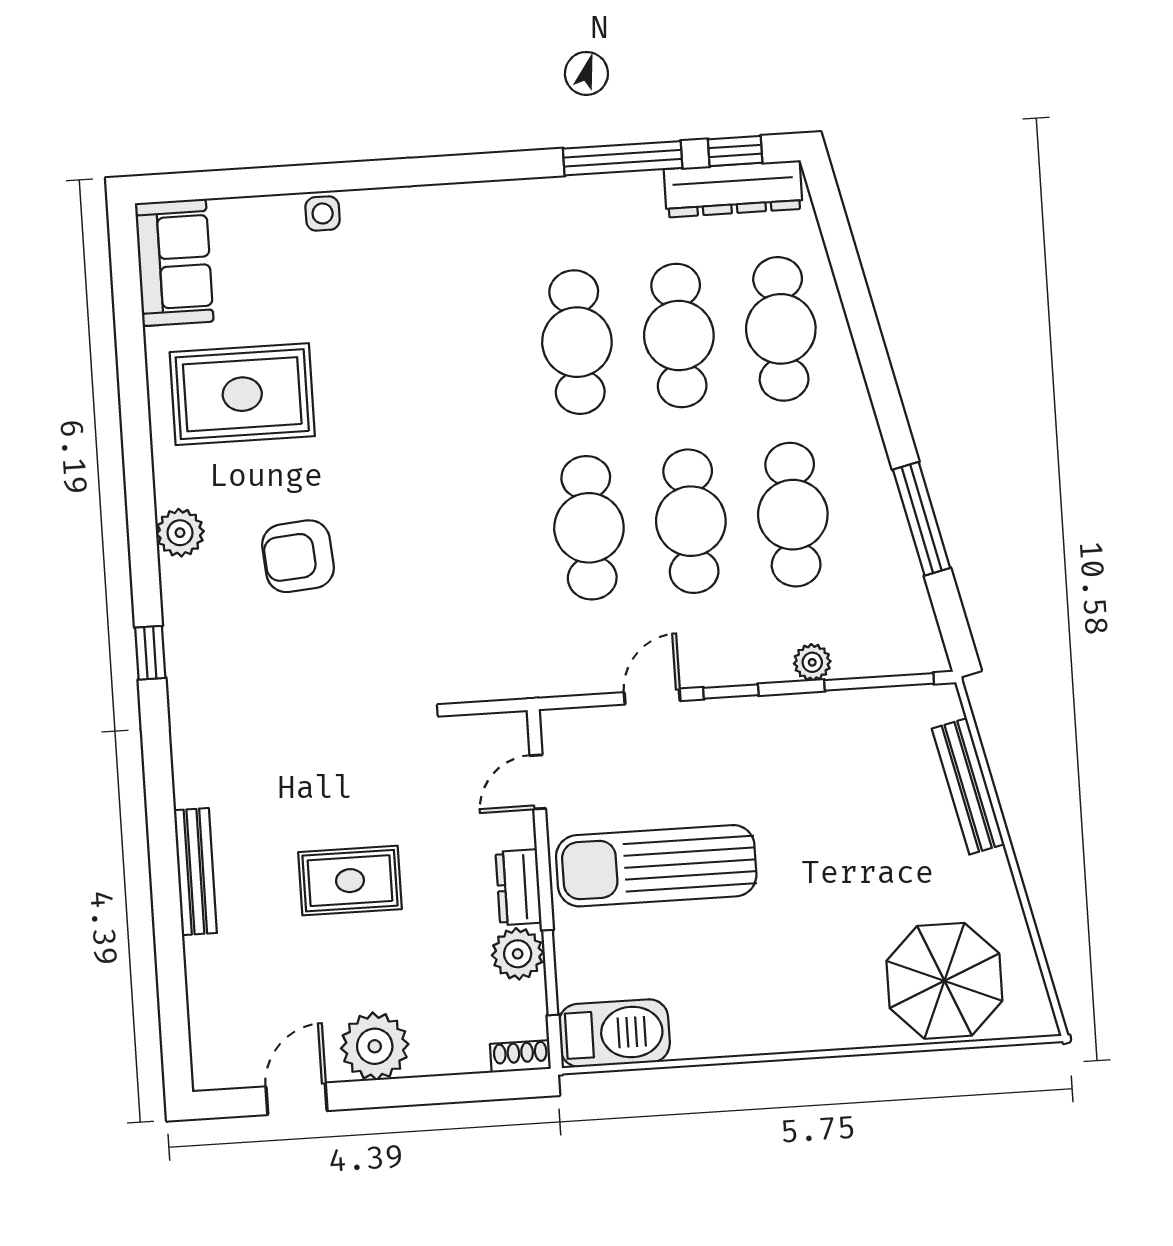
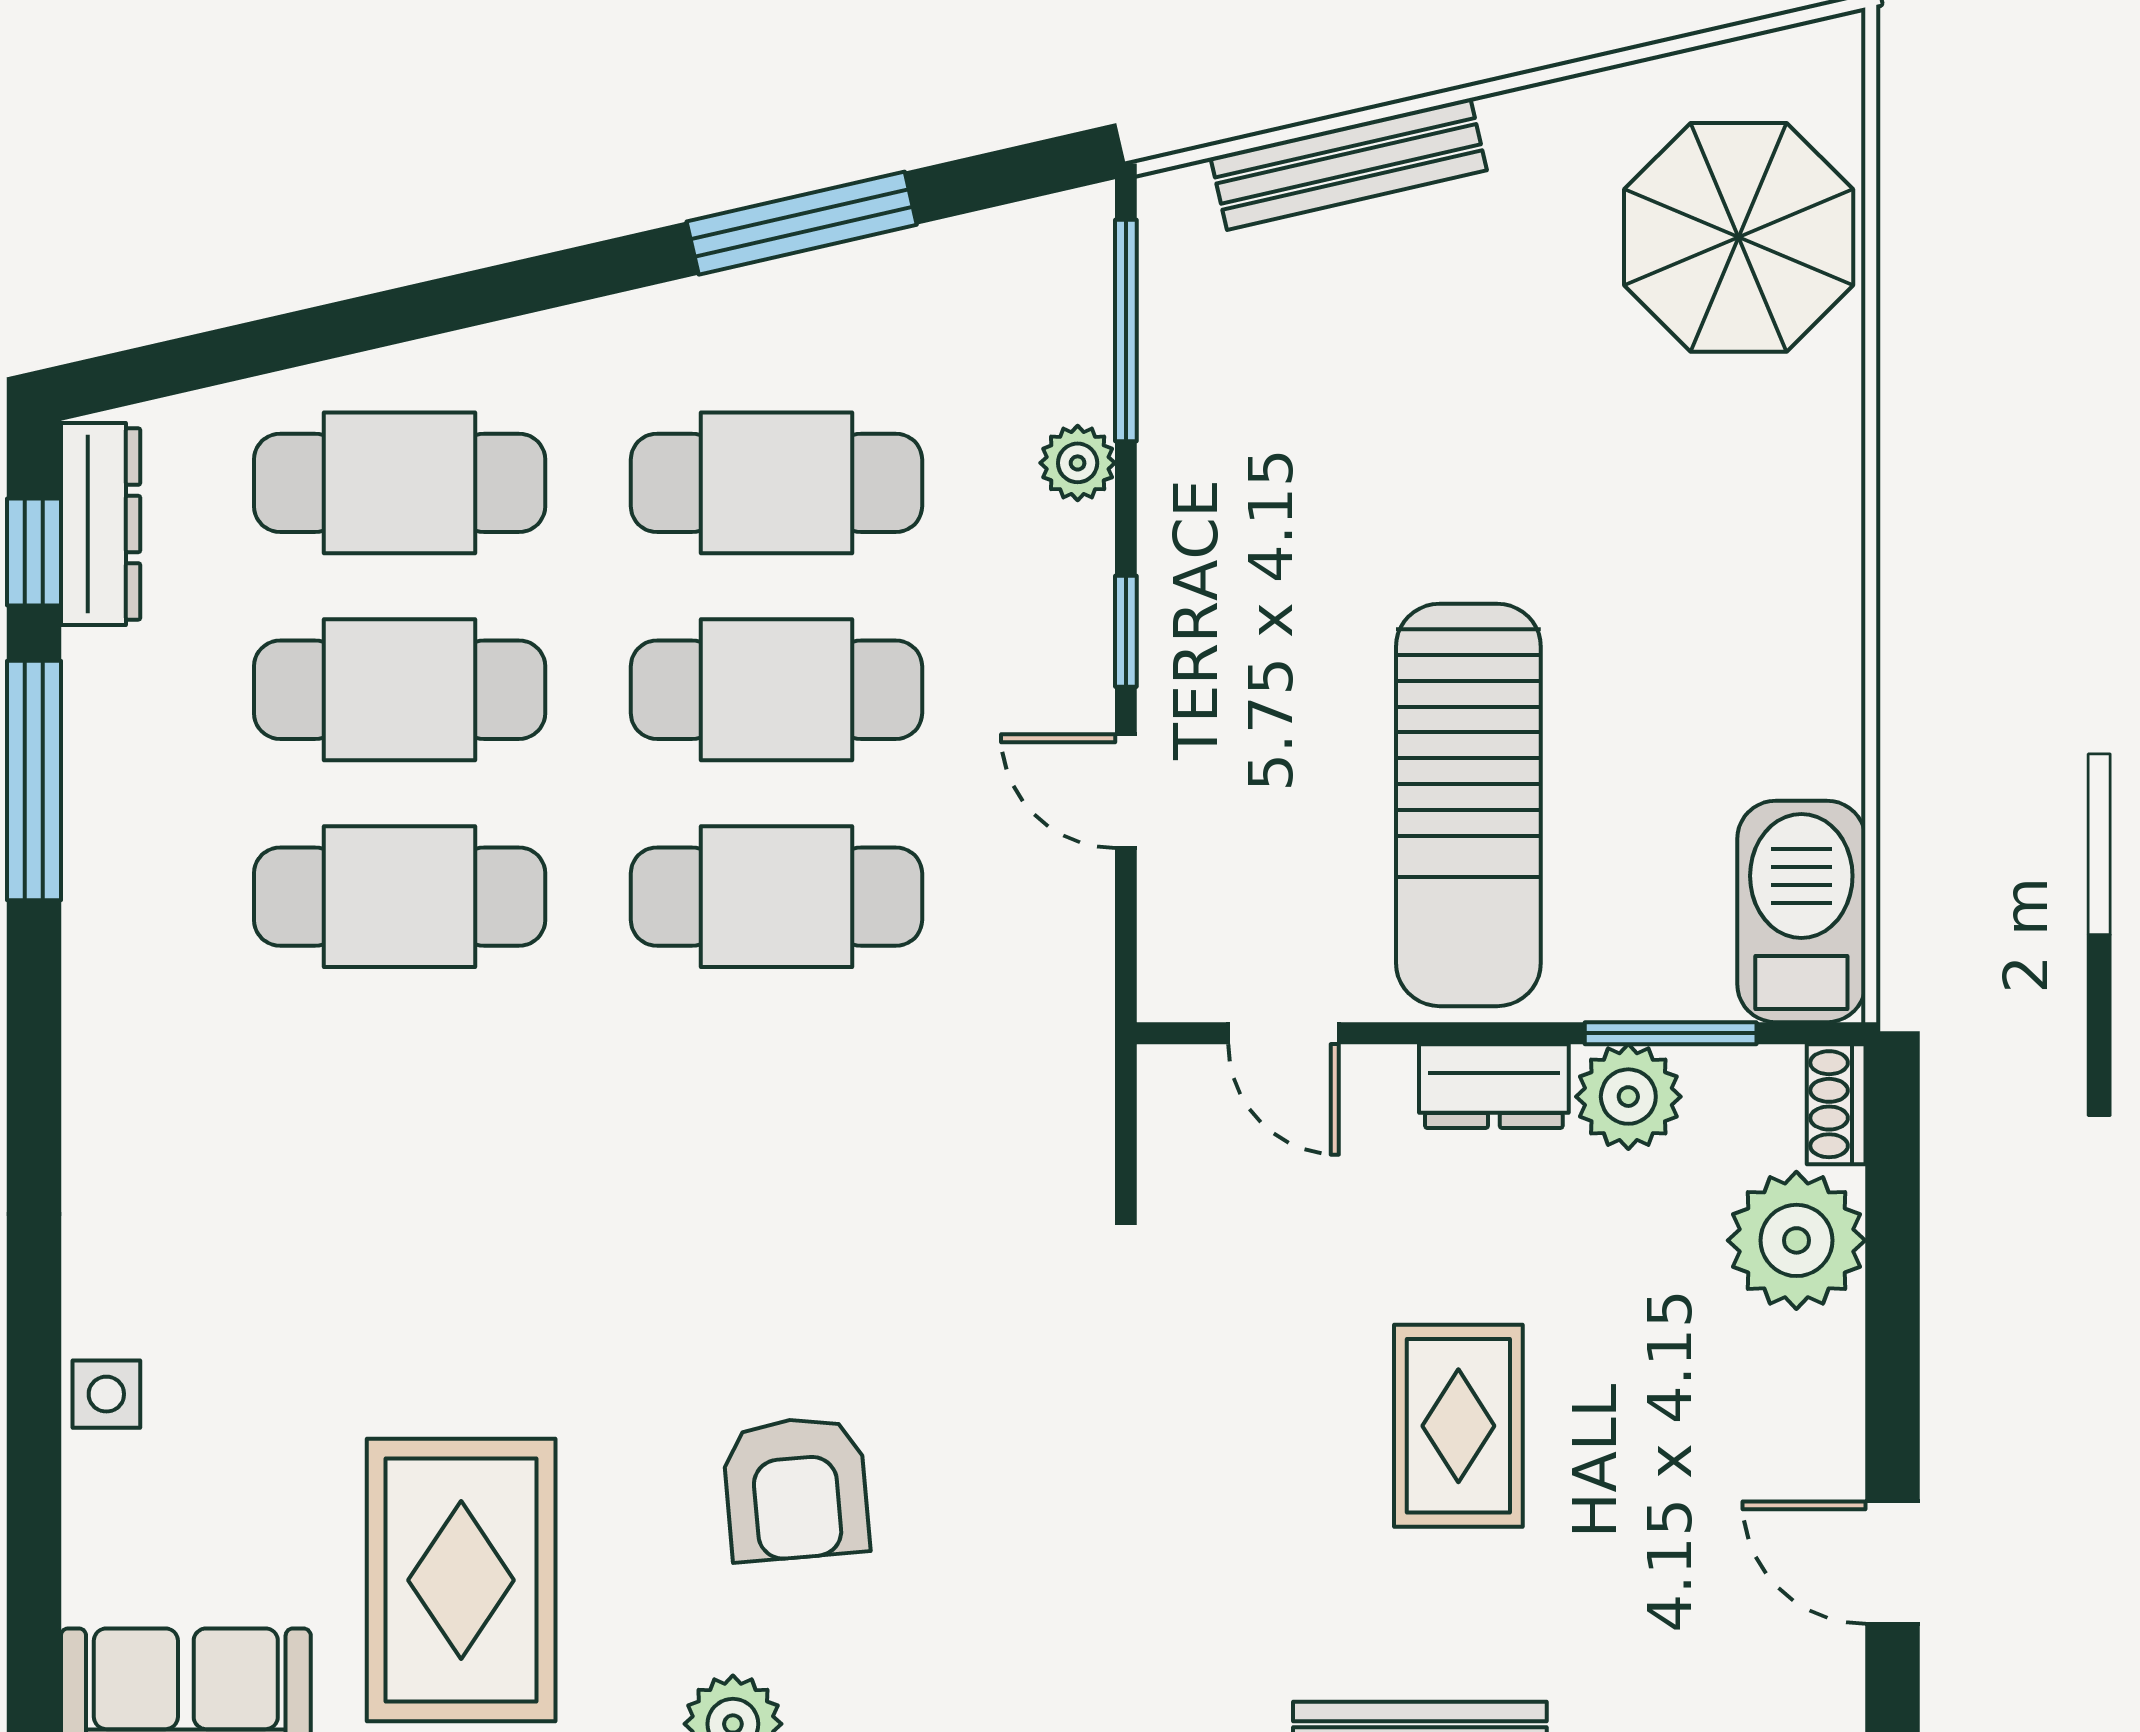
dresser: (733, 189) -> (101, 524), width x0.73, depth x0.80
plant: (375, 1046) -> (1796, 1240), moved

